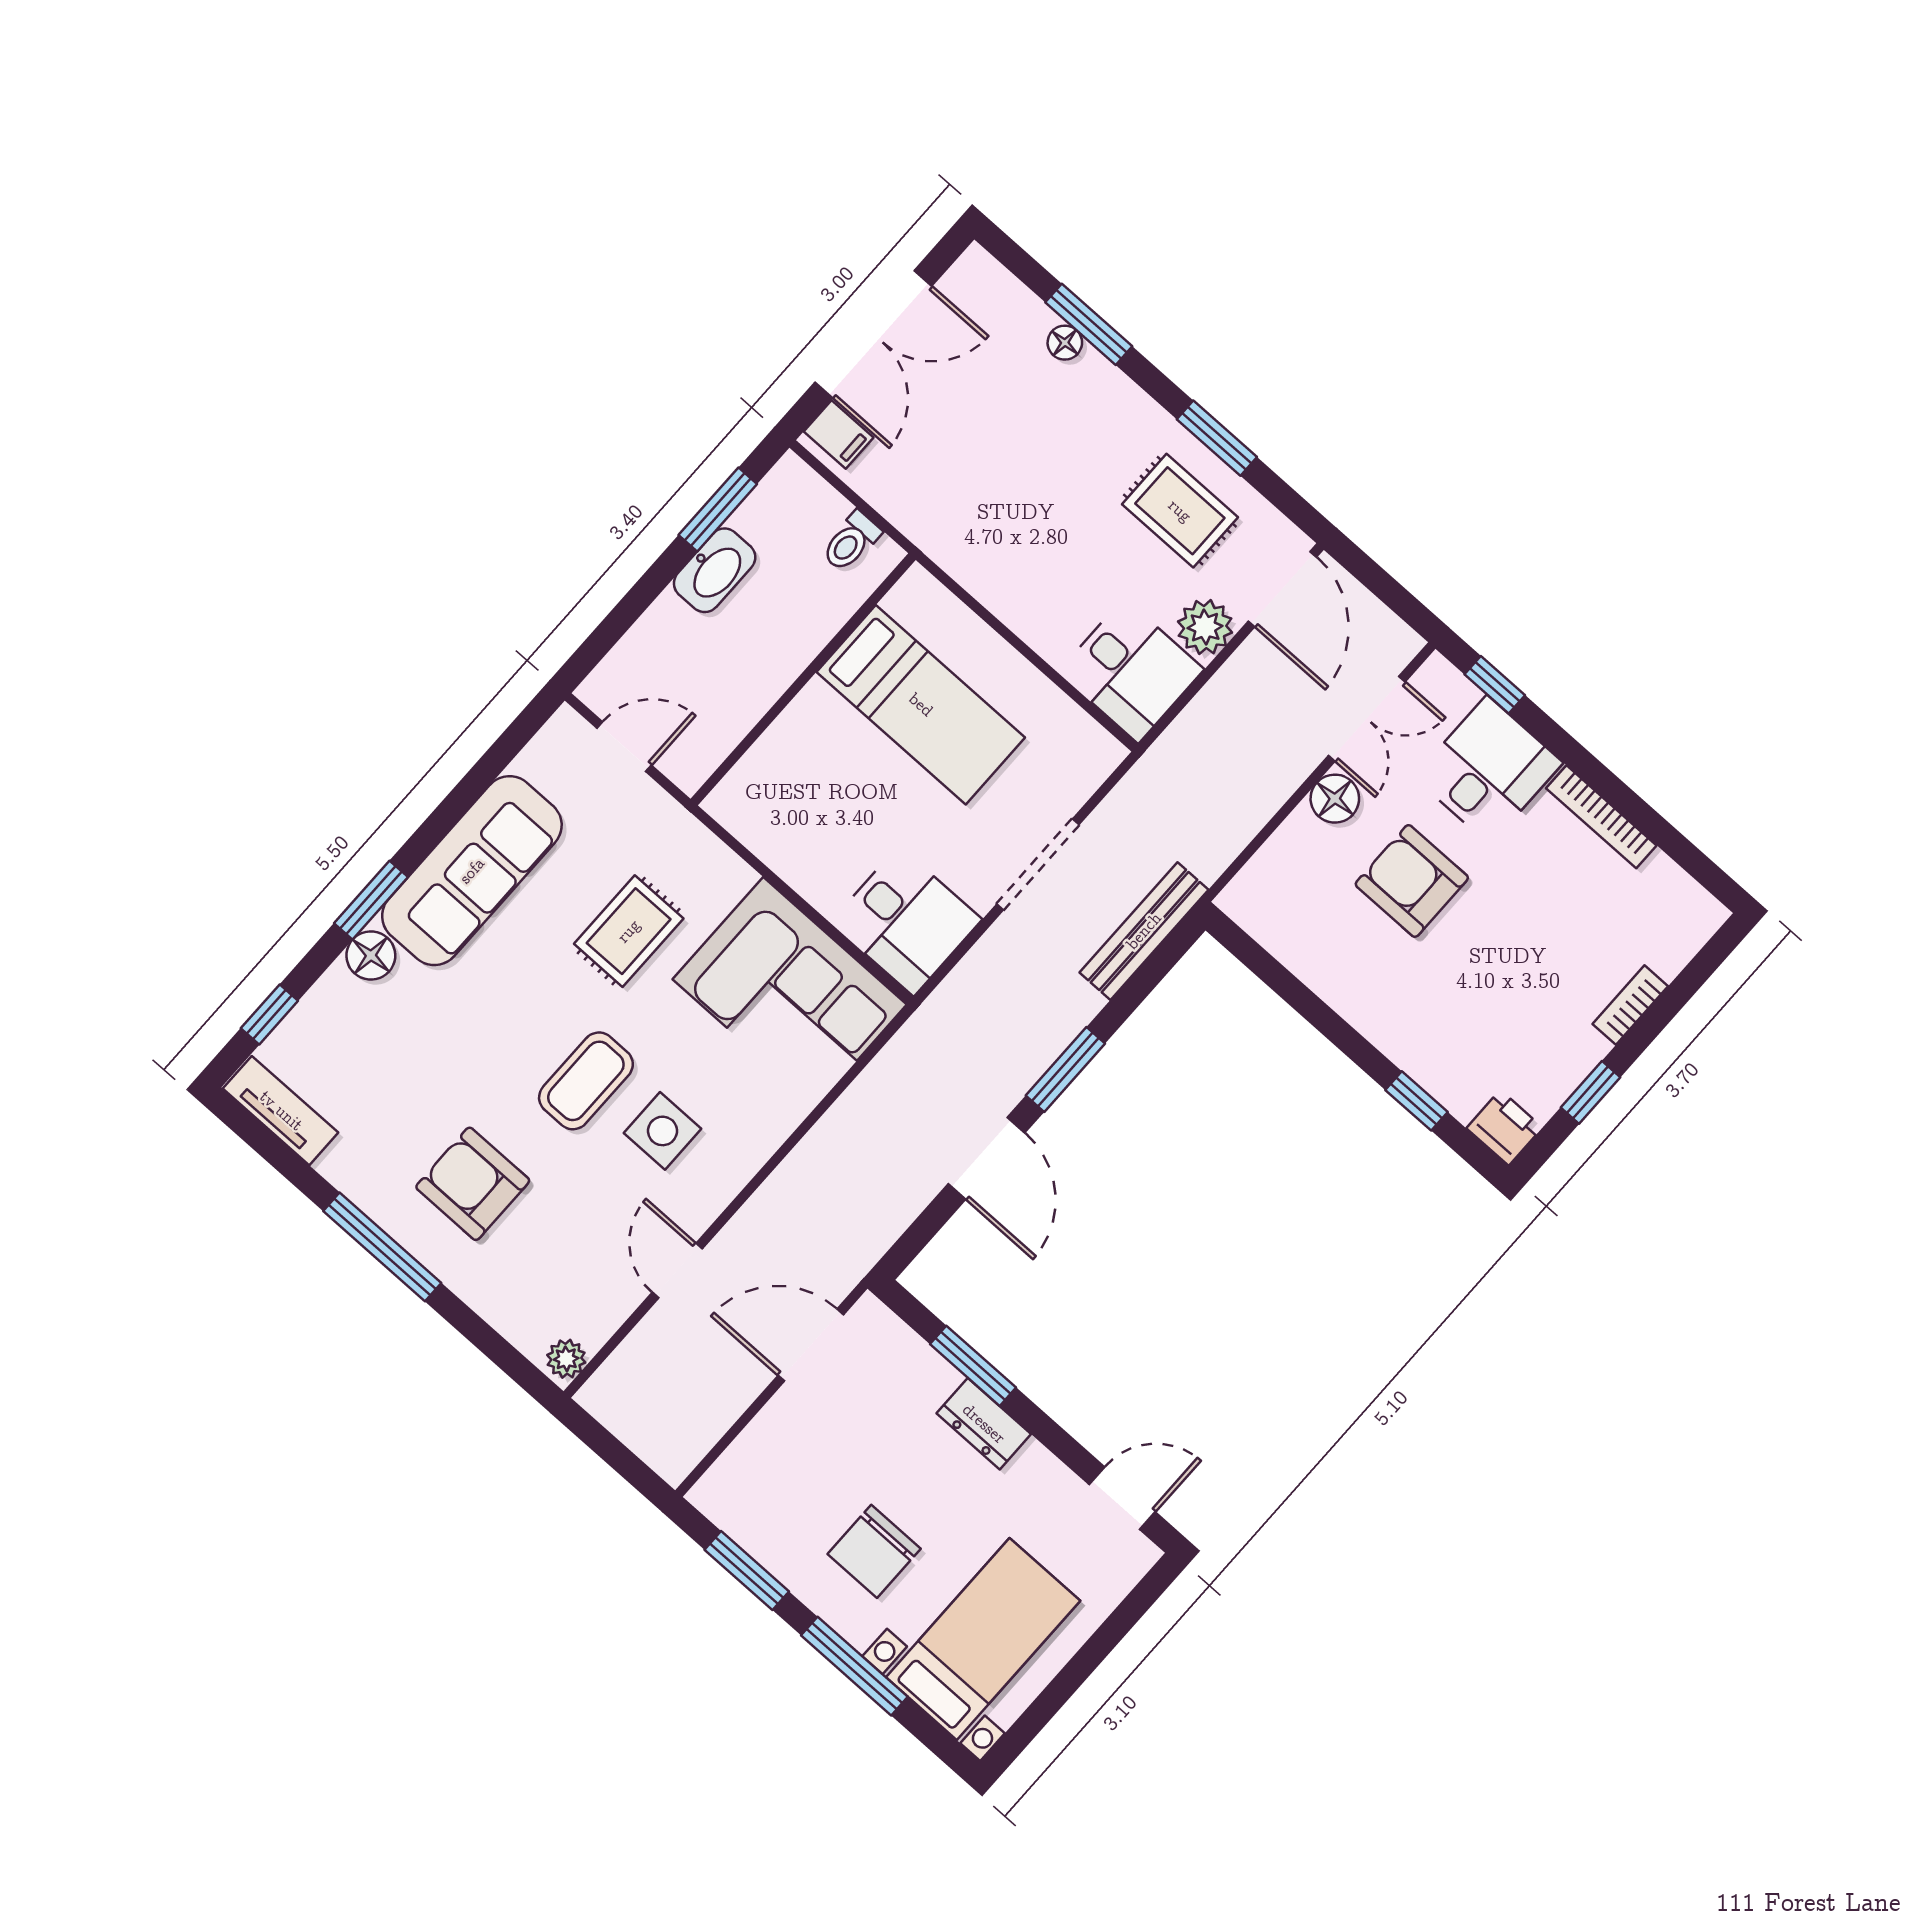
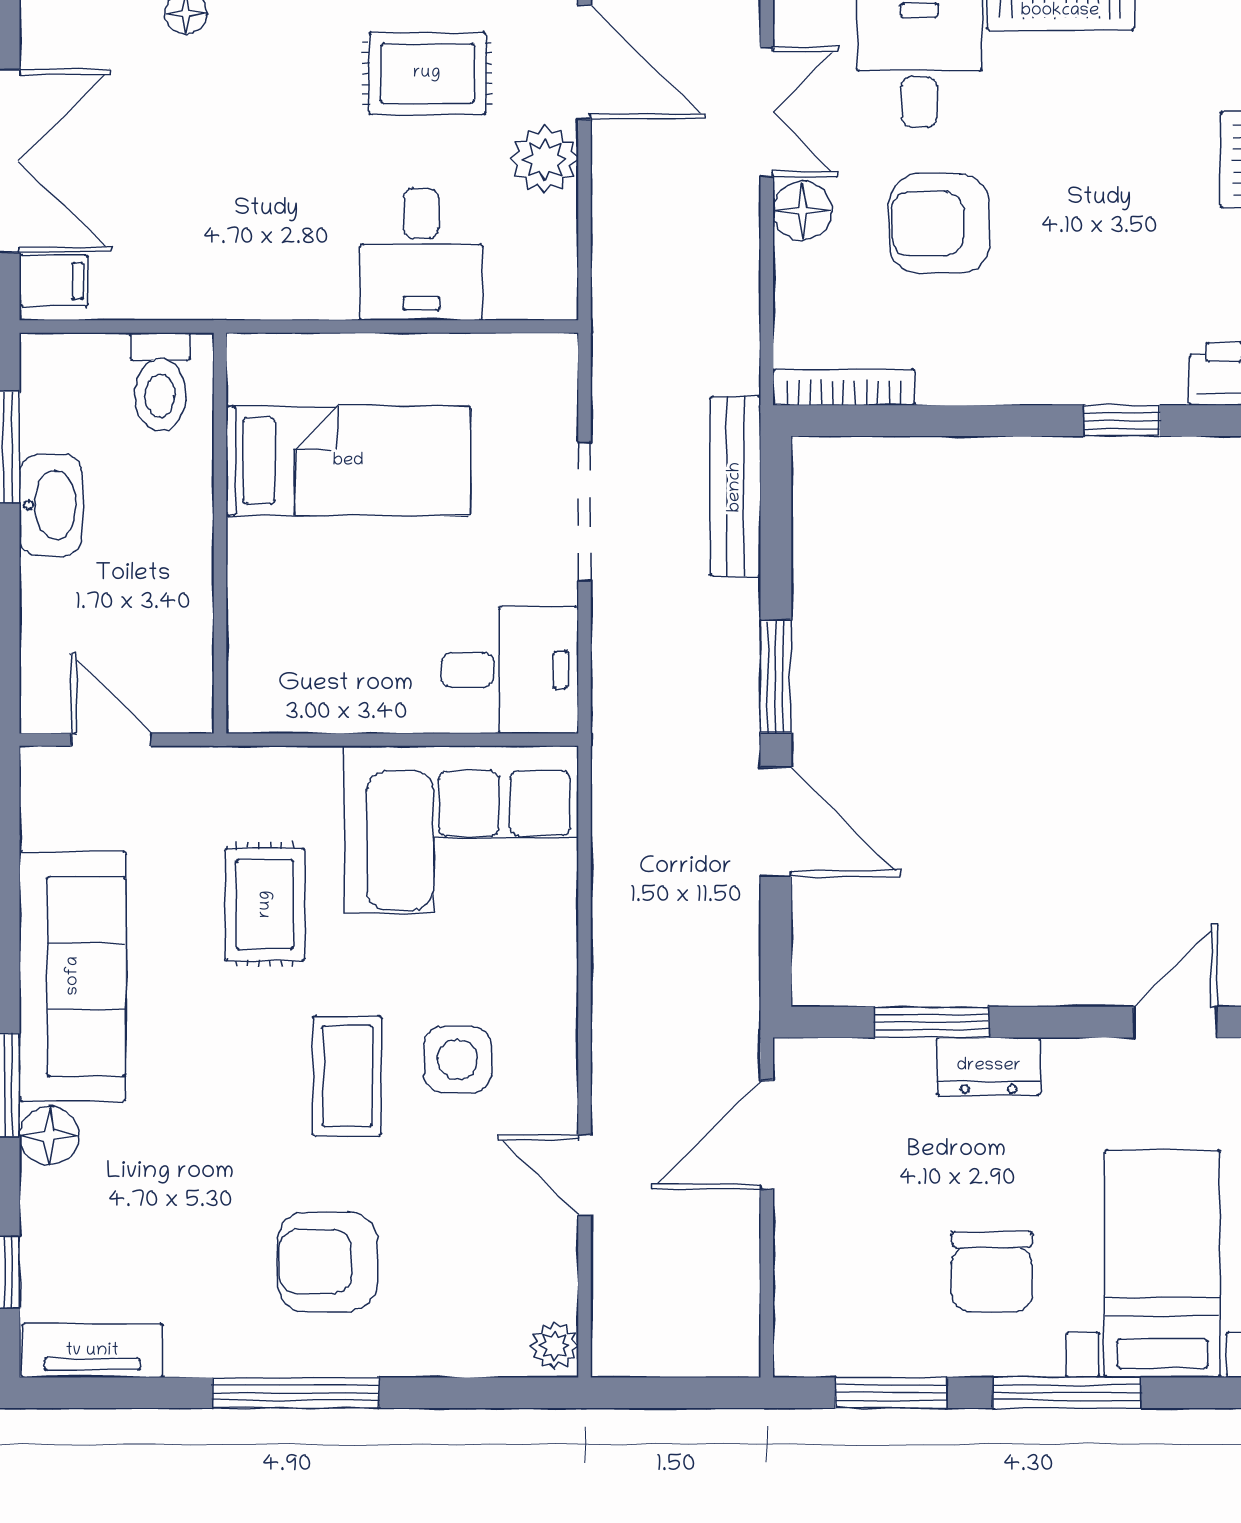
toilet: (851, 541) -> (160, 382), width x1.37, depth x1.39
desk: (1131, 671) -> (421, 254), moved, turned 90
door: (624, 747) -> (111, 740), hinge flipped
bookcase: (1264, 929) -> (844, 387), added

